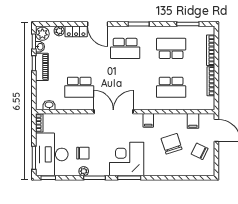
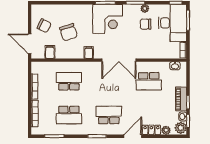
door: (98, 24) -> (133, 136), hinge flipped
school desk: (79, 87) -> (149, 81), turned 180

